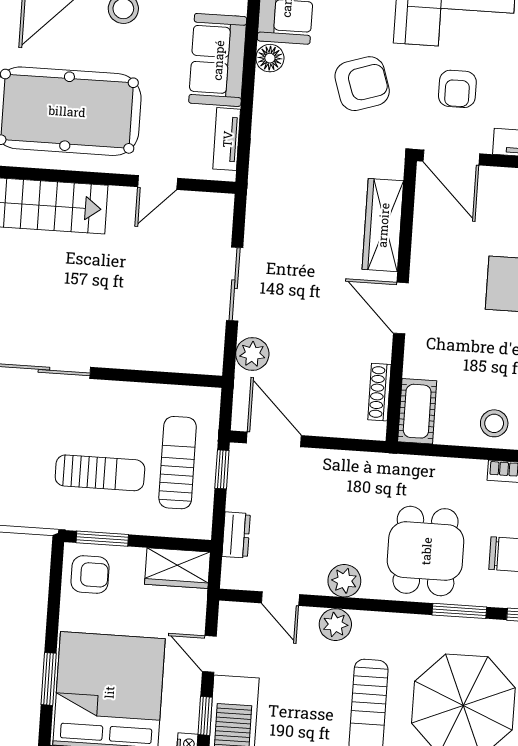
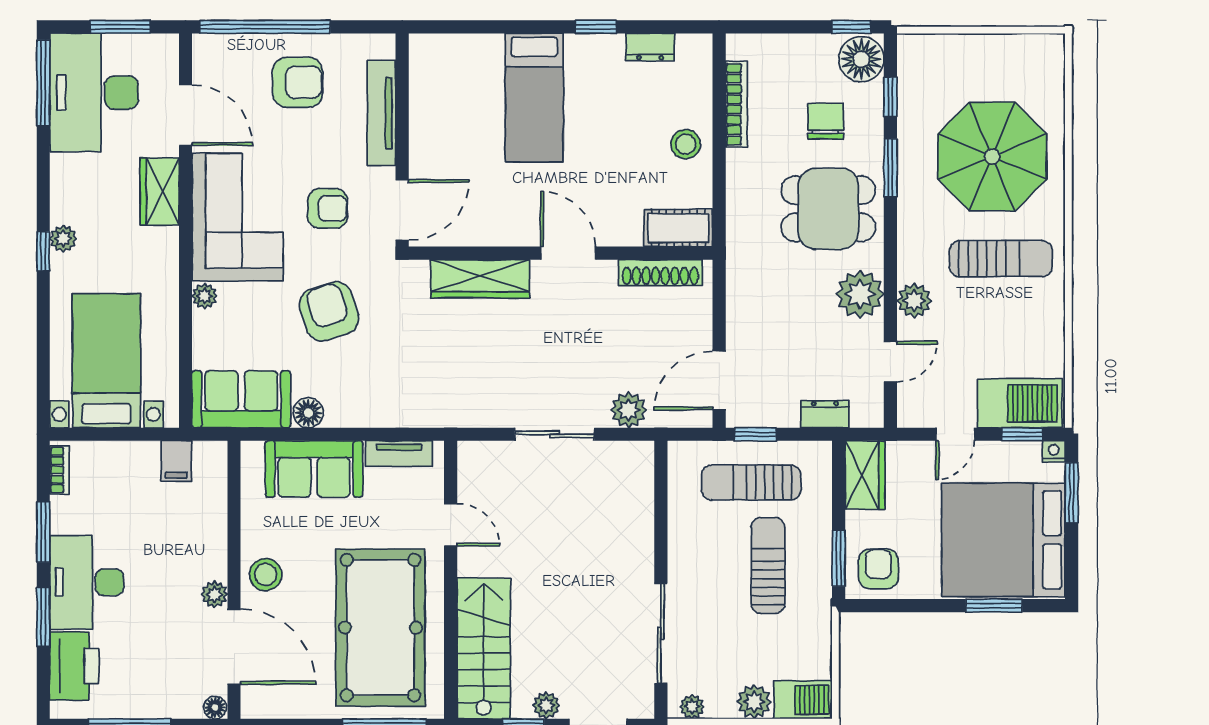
door: (401, 308) -> (568, 253), swing flipped
shoe rack: (379, 392) -> (660, 273), width x1.36, depth x1.24
plant: (344, 581) -> (860, 294), width x1.36, depth x1.36

